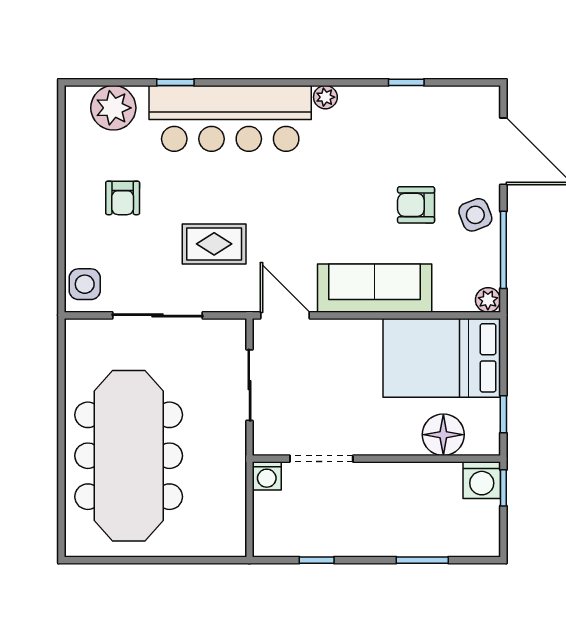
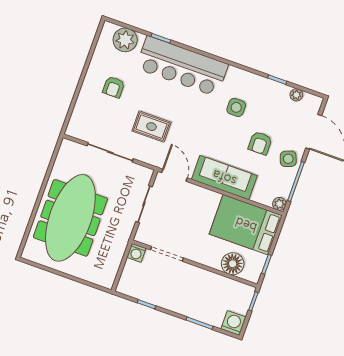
plant: (325, 97) -> (296, 95), moved
armchair: (416, 205) -> (260, 143), turned -90
side table: (85, 284) -> (236, 107), moved
washing machine: (482, 480) -> (233, 323), moved, turned 180

